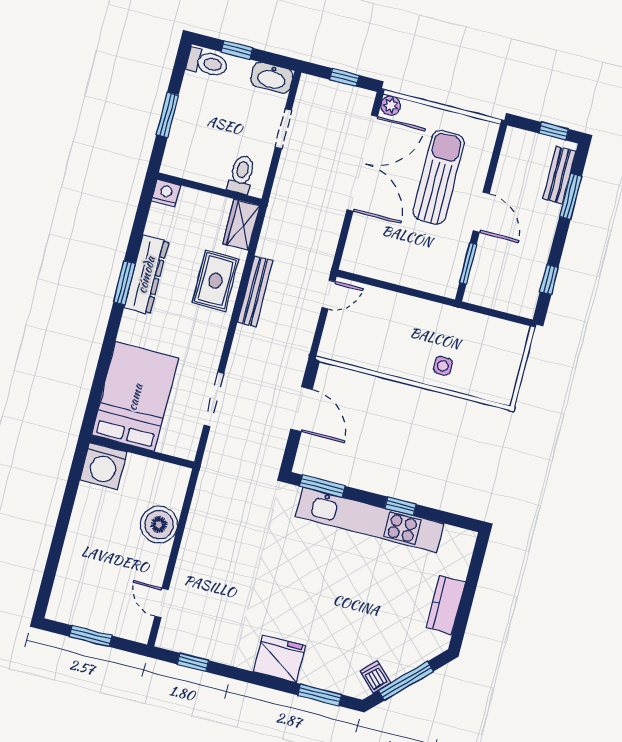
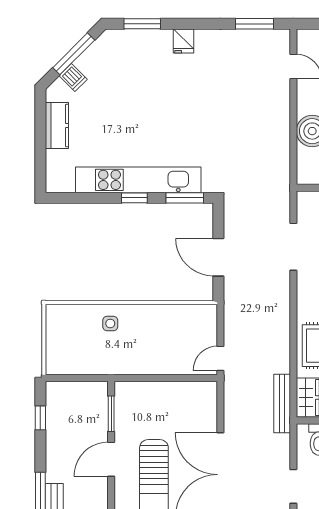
door: (481, 212) -> (111, 459), hinge flipped
bench: (255, 291) -> (282, 404), moved
window: (400, 506) -> (134, 198), moved
fridge: (279, 659) -> (183, 41), width x0.53, depth x0.75
window: (193, 662) -> (255, 24), width x1.50
dishwasher: (375, 677) -> (73, 78), moved

